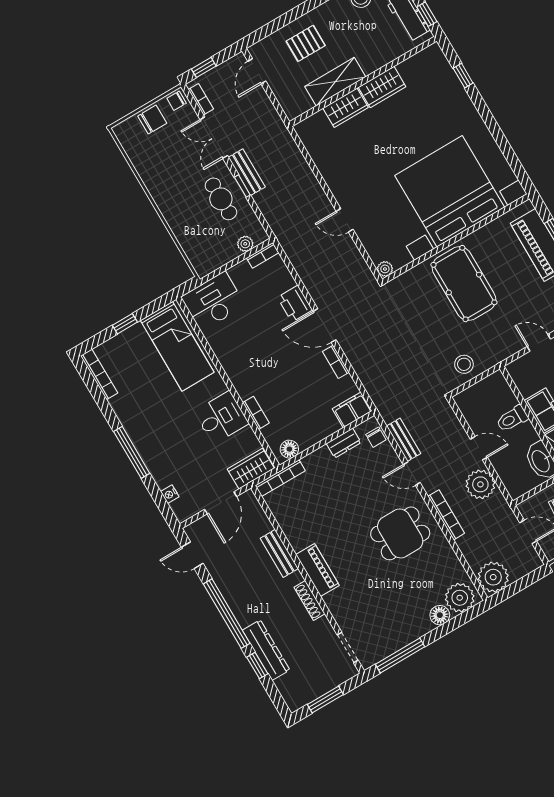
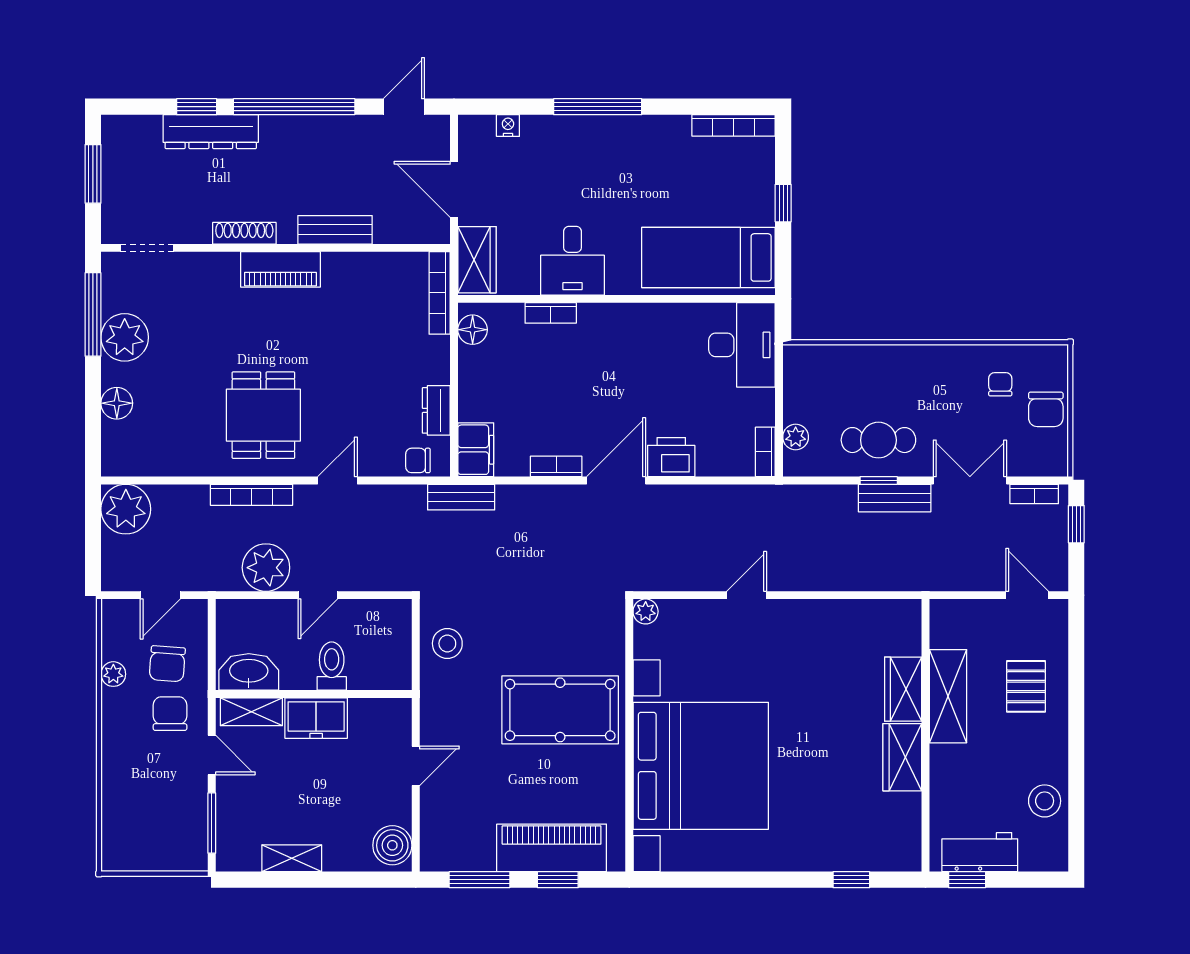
chair: (177, 101) -> (1000, 384), moved
bench: (404, 440) -> (461, 497), moved
plant: (460, 598) -> (125, 337), moved

